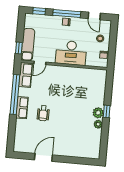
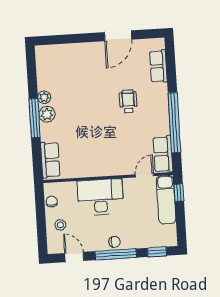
row of seats: (100, 82) -> (50, 160), added
row of seats: (22, 108) -> (158, 66), moved
window: (107, 111) -> (35, 118), width x2.17

